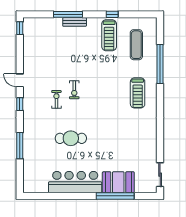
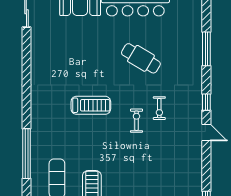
treadmill: (138, 93) -> (91, 105), moved, turned 90
cafe table: (71, 138) -> (141, 58), turned 31

